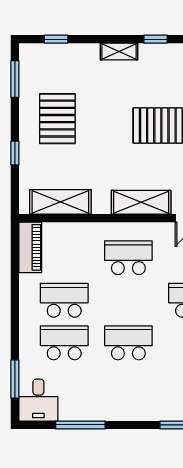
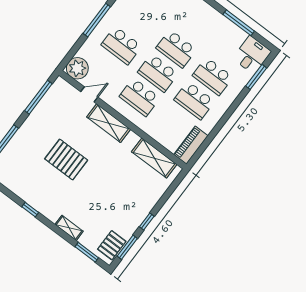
window: (56, 39) -> (87, 252), width x1.50
shelving: (119, 51) -> (69, 228), moved
pallet: (57, 119) -> (112, 245), moved, width x0.67, depth x0.71
window: (15, 153) -> (147, 221), moved
school desk: (128, 300) -> (158, 73), added

